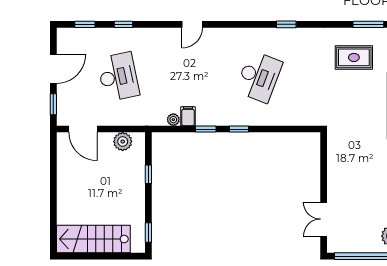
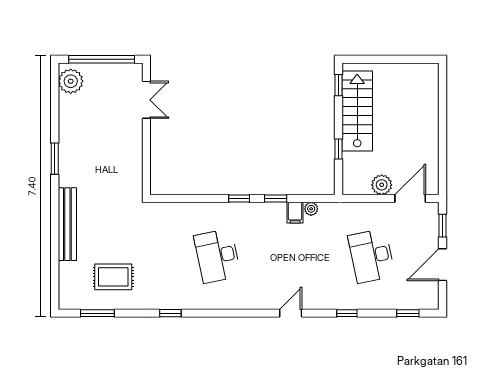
window: (124, 24) -> (347, 313), moved
window: (286, 24) -> (170, 313), moved
desk: (259, 77) -> (217, 256), turned -33
door: (83, 129) -> (410, 199), hinge flipped
plant: (123, 142) -> (382, 185), moved
stairs: (93, 239) -> (357, 111), moved, turned -90

